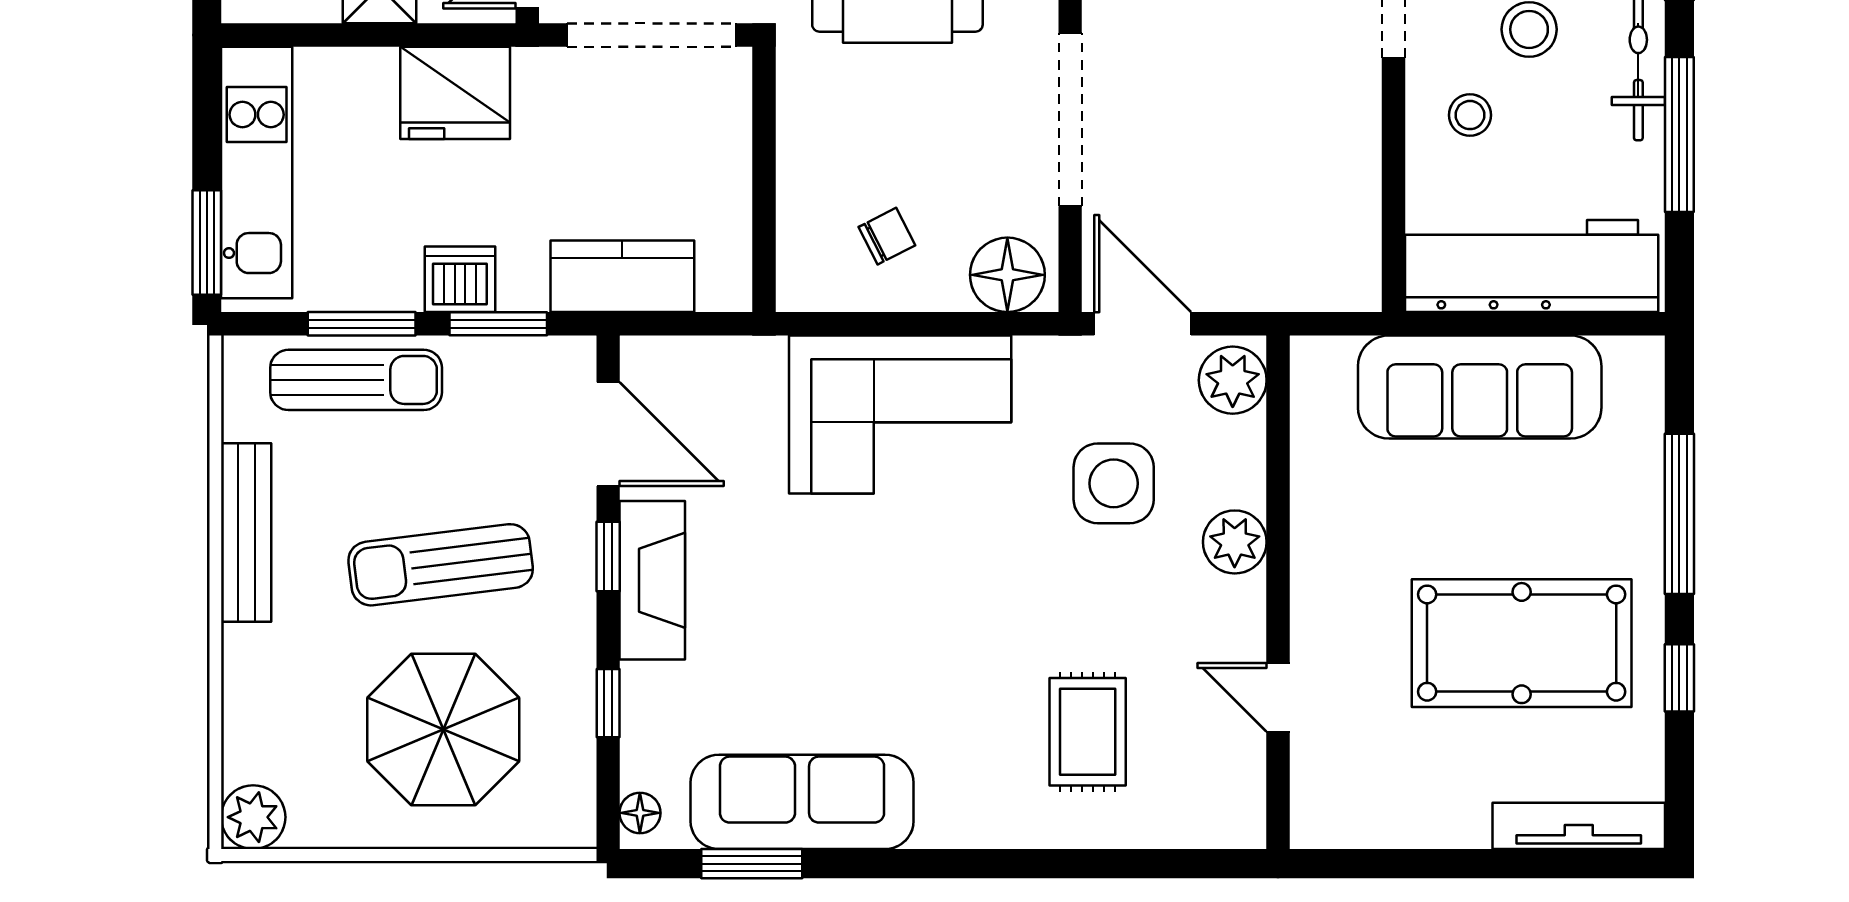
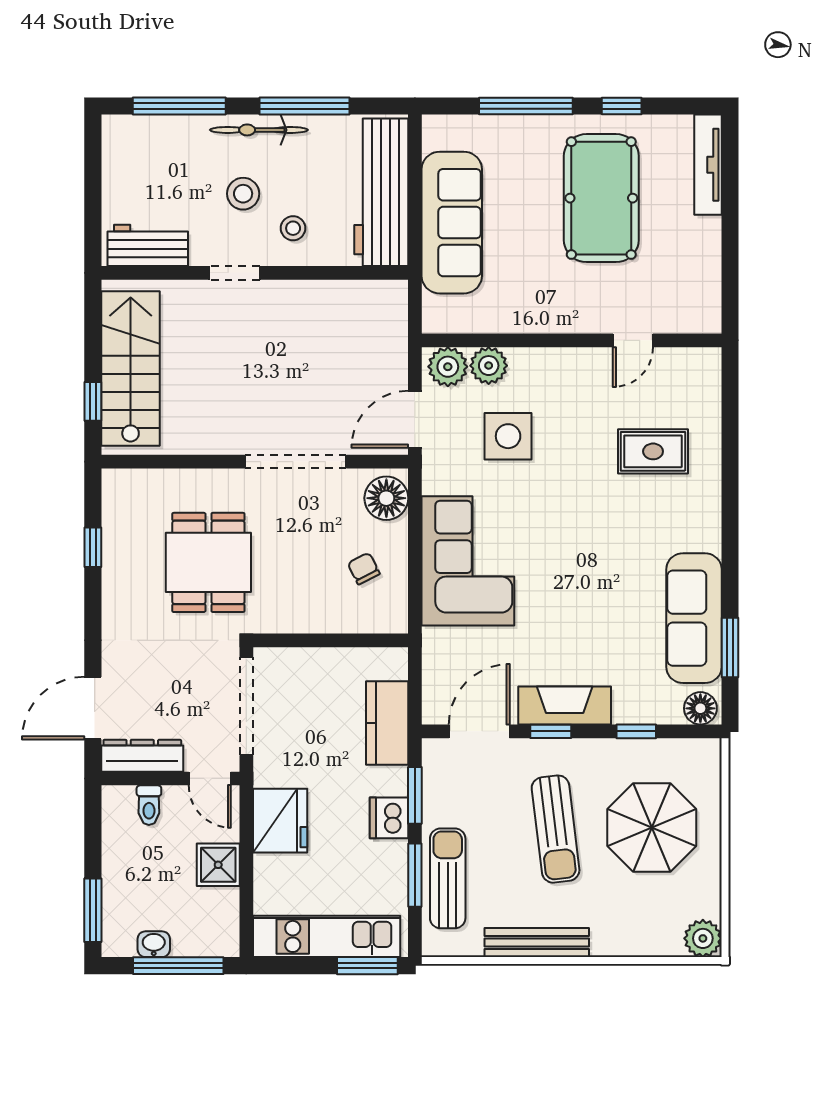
plant: (1235, 542) -> (489, 366), moved
floor lamp: (640, 813) -> (700, 708), width x1.37, depth x1.37

